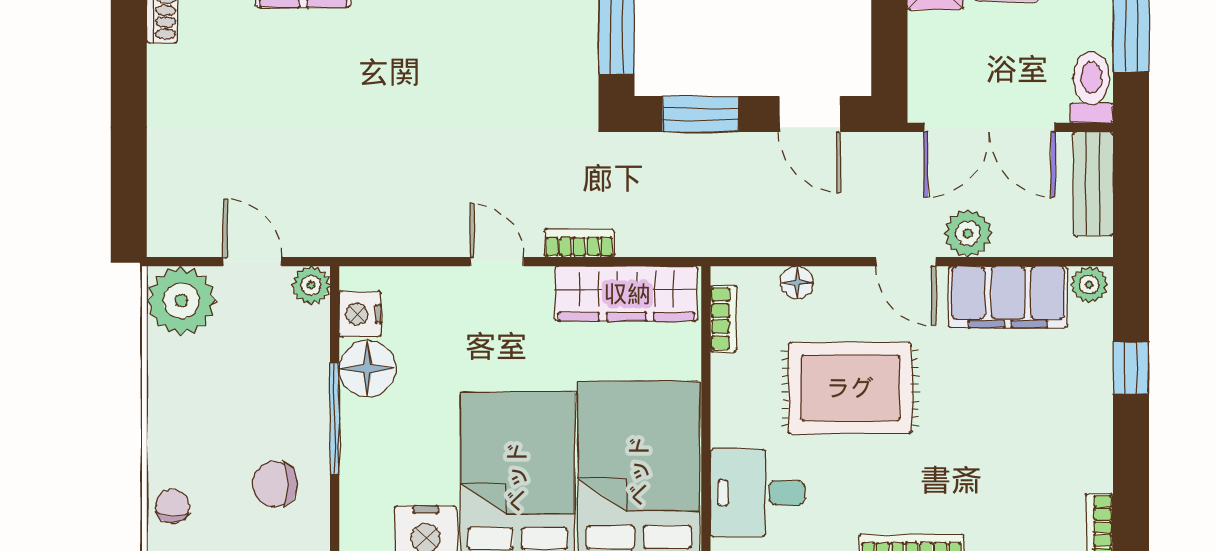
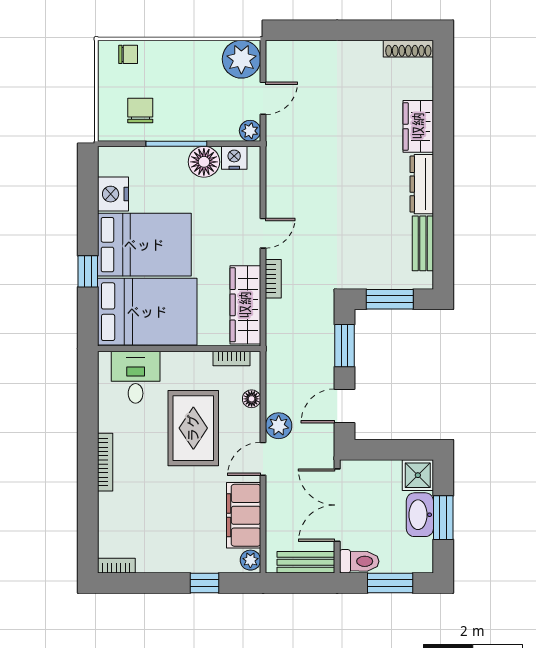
plant: (968, 233) -> (279, 426), moved

